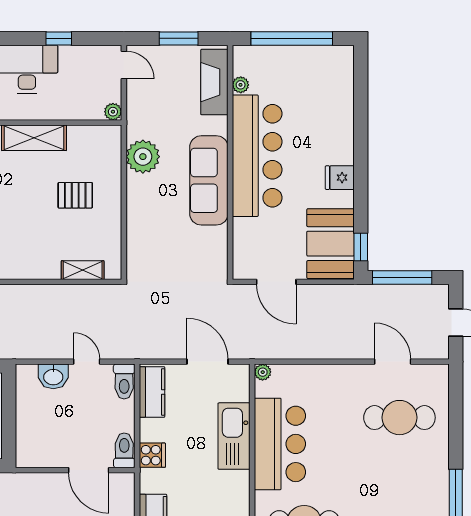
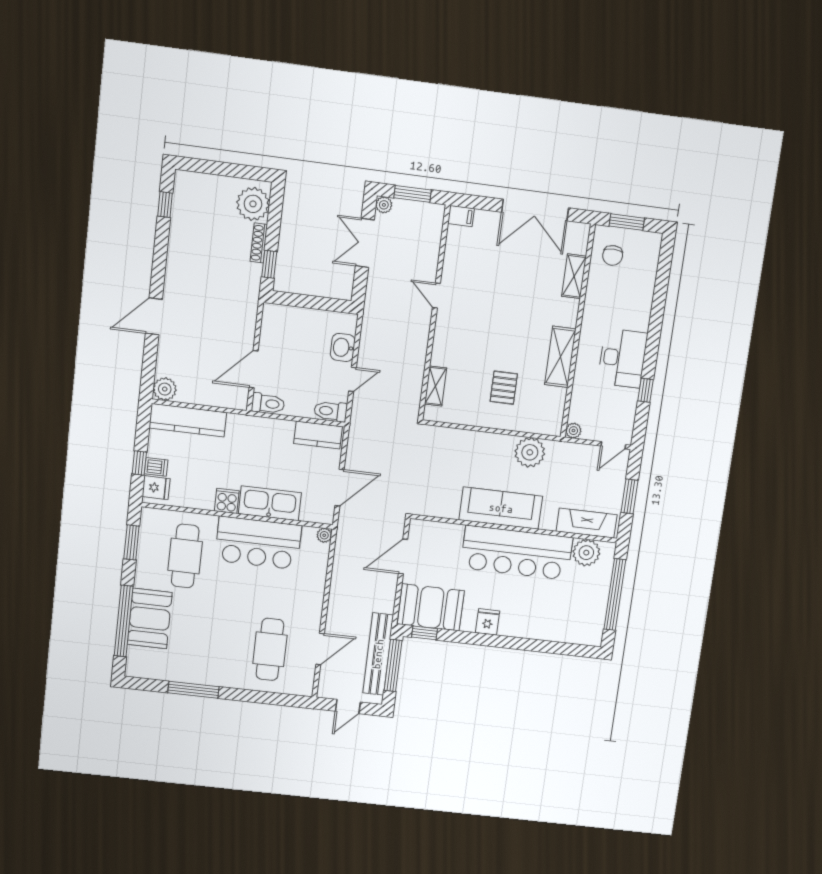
plant: (241, 85) -> (586, 553), width x1.87, depth x1.87
bench: (391, 296) -> (378, 654), added
cooker: (152, 455) -> (227, 501), moved, turned 180

